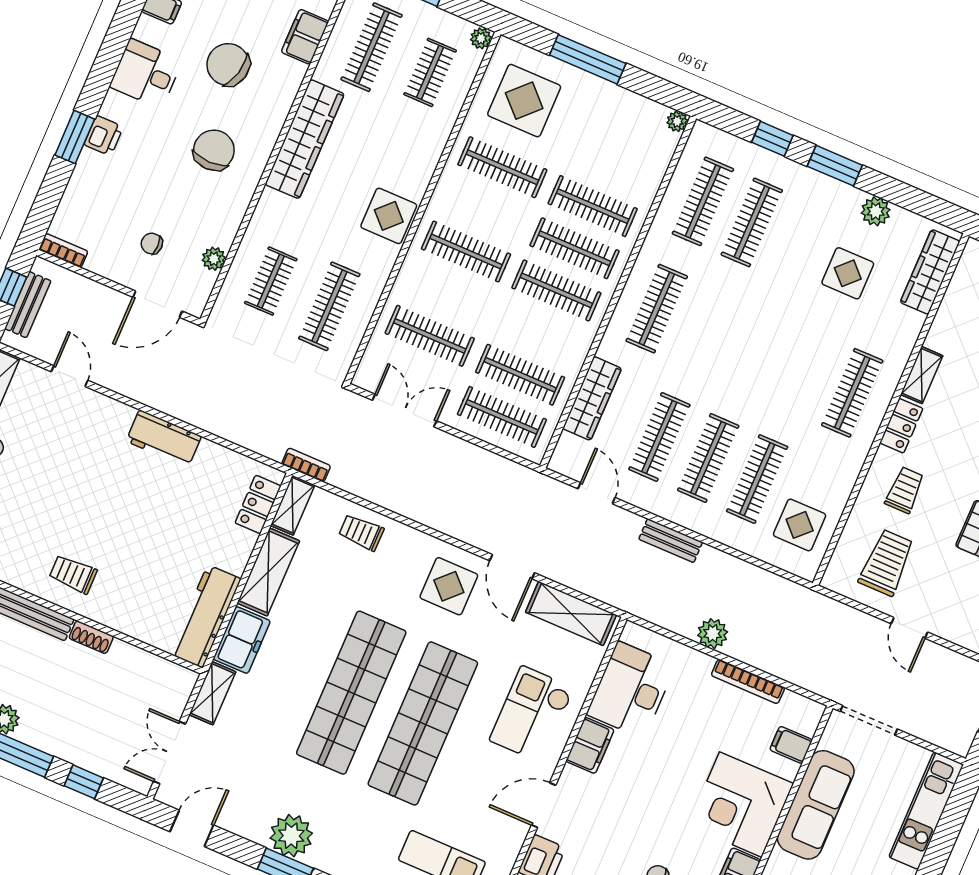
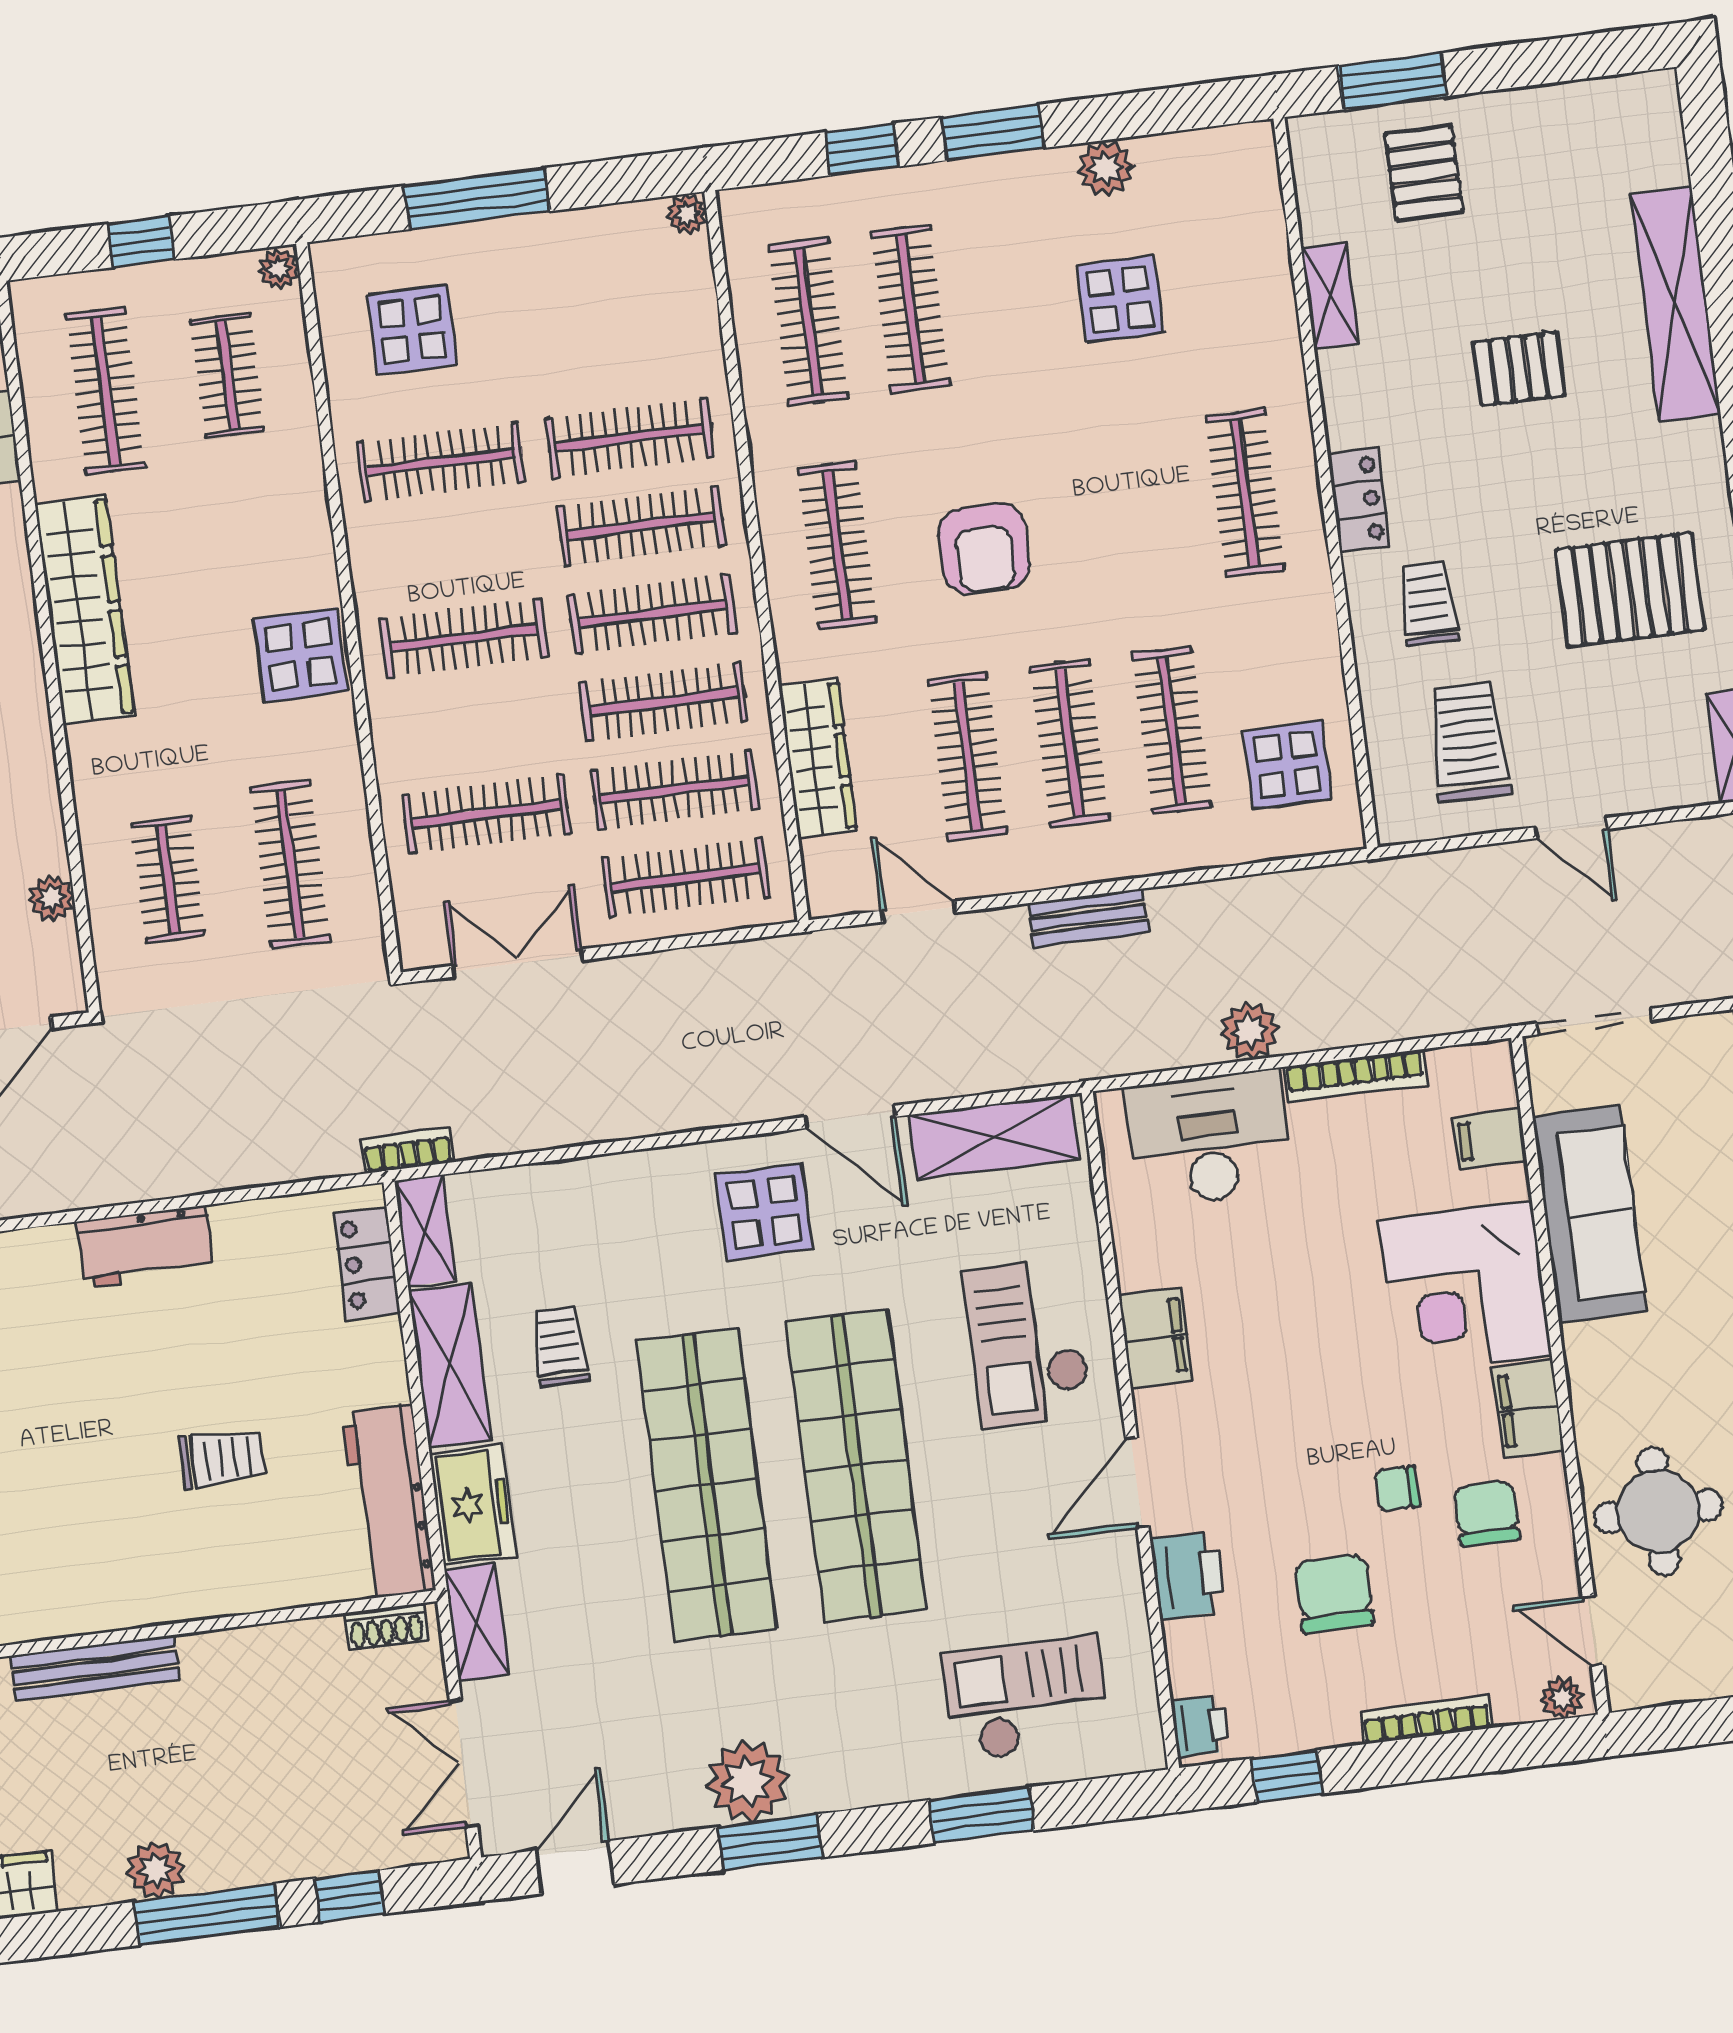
display table: (524, 101) -> (412, 330), width x0.73, depth x0.73
wardrobe: (930, 272) -> (1256, 215), removed
clothes rail: (538, 333) -> (664, 702), added
armchair: (721, 349) -> (984, 549), added
shelving: (922, 375) -> (1330, 296), moved
trolley: (361, 532) -> (559, 1346), moved, turned 90
trolley: (73, 574) -> (222, 1458), moved, turned 180
shoe rack: (91, 637) -> (386, 1627), moved
desk: (631, 690) -> (1209, 1139), moved, turned 90

